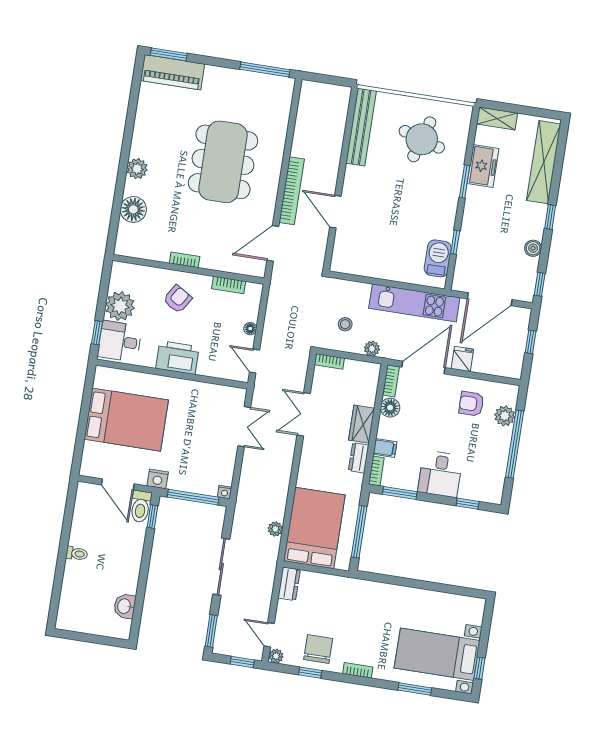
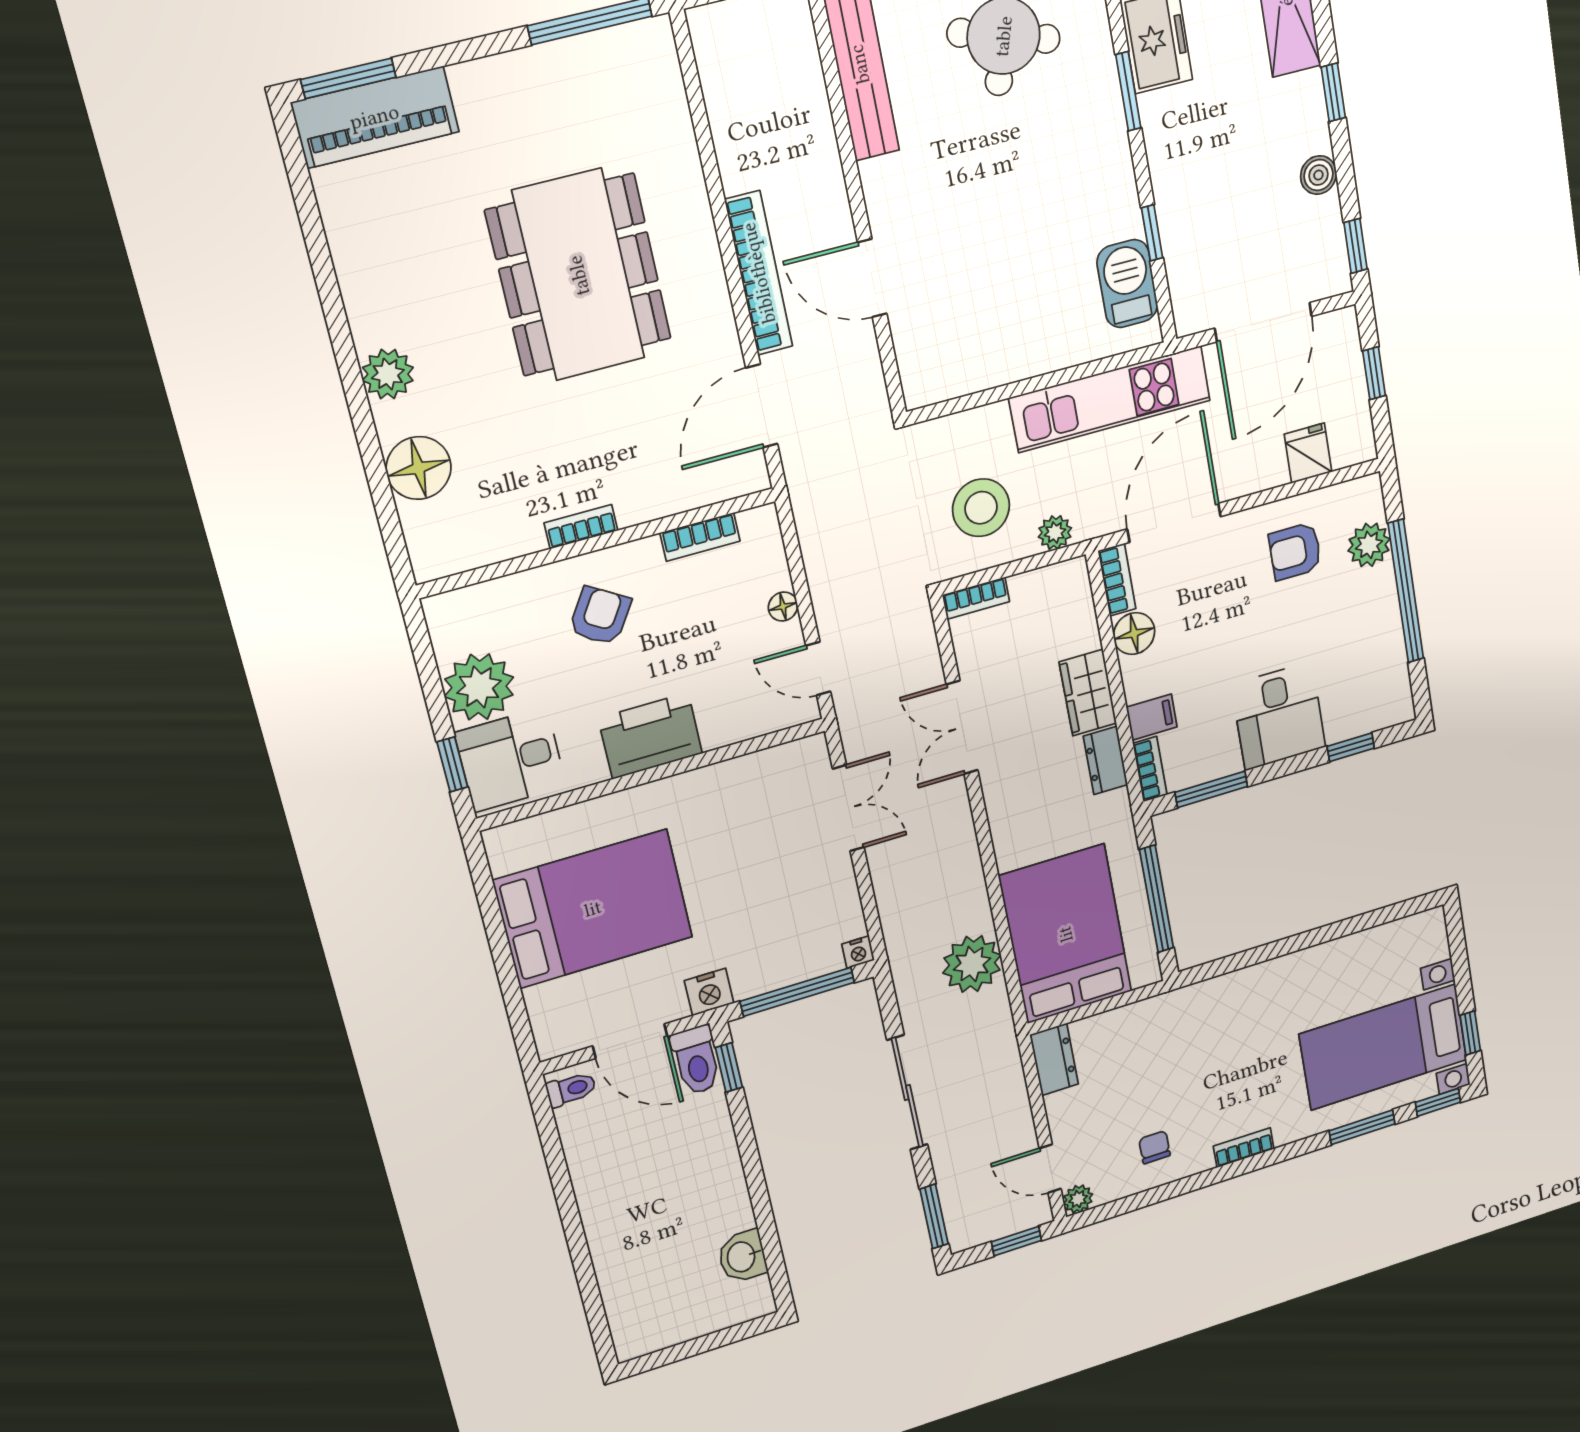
stool: (345, 324) -> (981, 508), width x1.89, depth x1.89
fridge: (462, 359) -> (1308, 453), moved
plant: (275, 529) -> (972, 964), width x1.87, depth x1.87
toilet: (77, 554) -> (571, 1089), moved
chair: (318, 649) -> (1155, 1147), width x0.54, depth x0.54
window: (310, 673) -> (1438, 1102), moved

